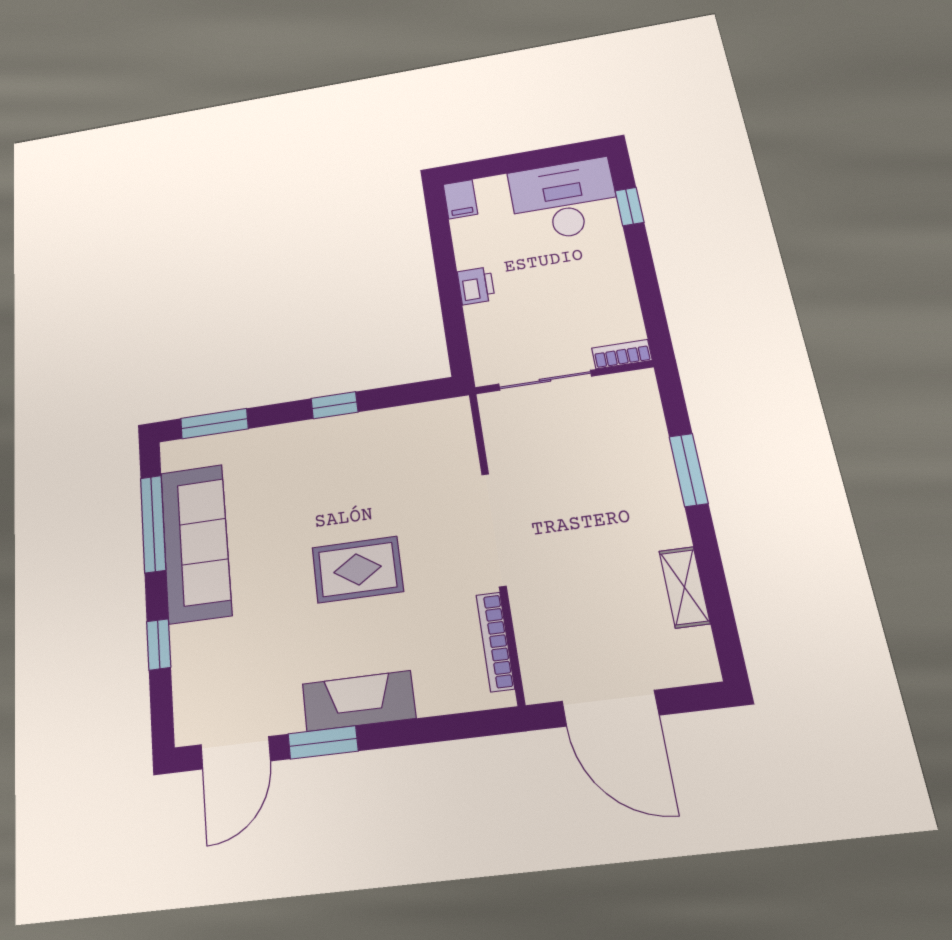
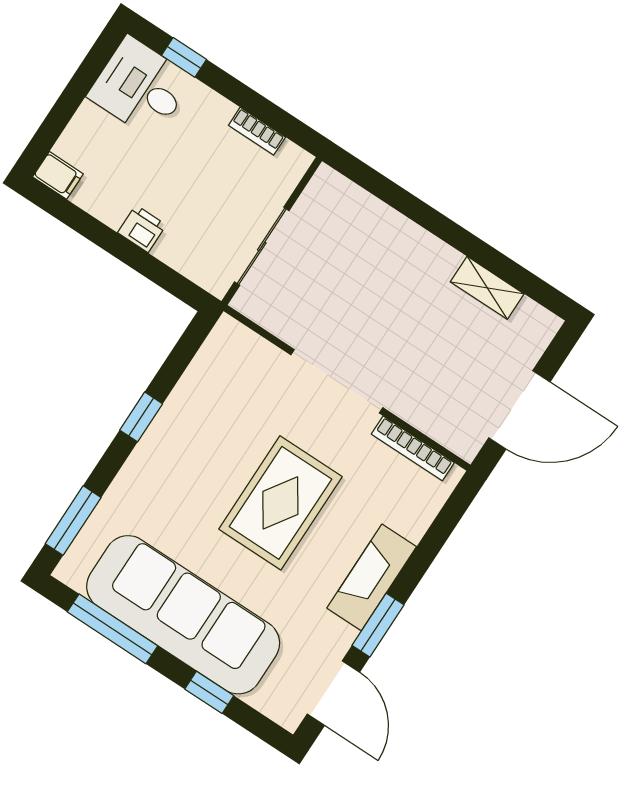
desk: (564, 200) -> (141, 87), width x0.73
bookcase: (622, 354) -> (257, 131), moved, turned -90
window: (689, 470) -> (414, 209), removed
sofa: (196, 543) -> (183, 615), width x1.36, depth x1.27
rug: (357, 569) -> (280, 503), width x1.36, depth x1.43

